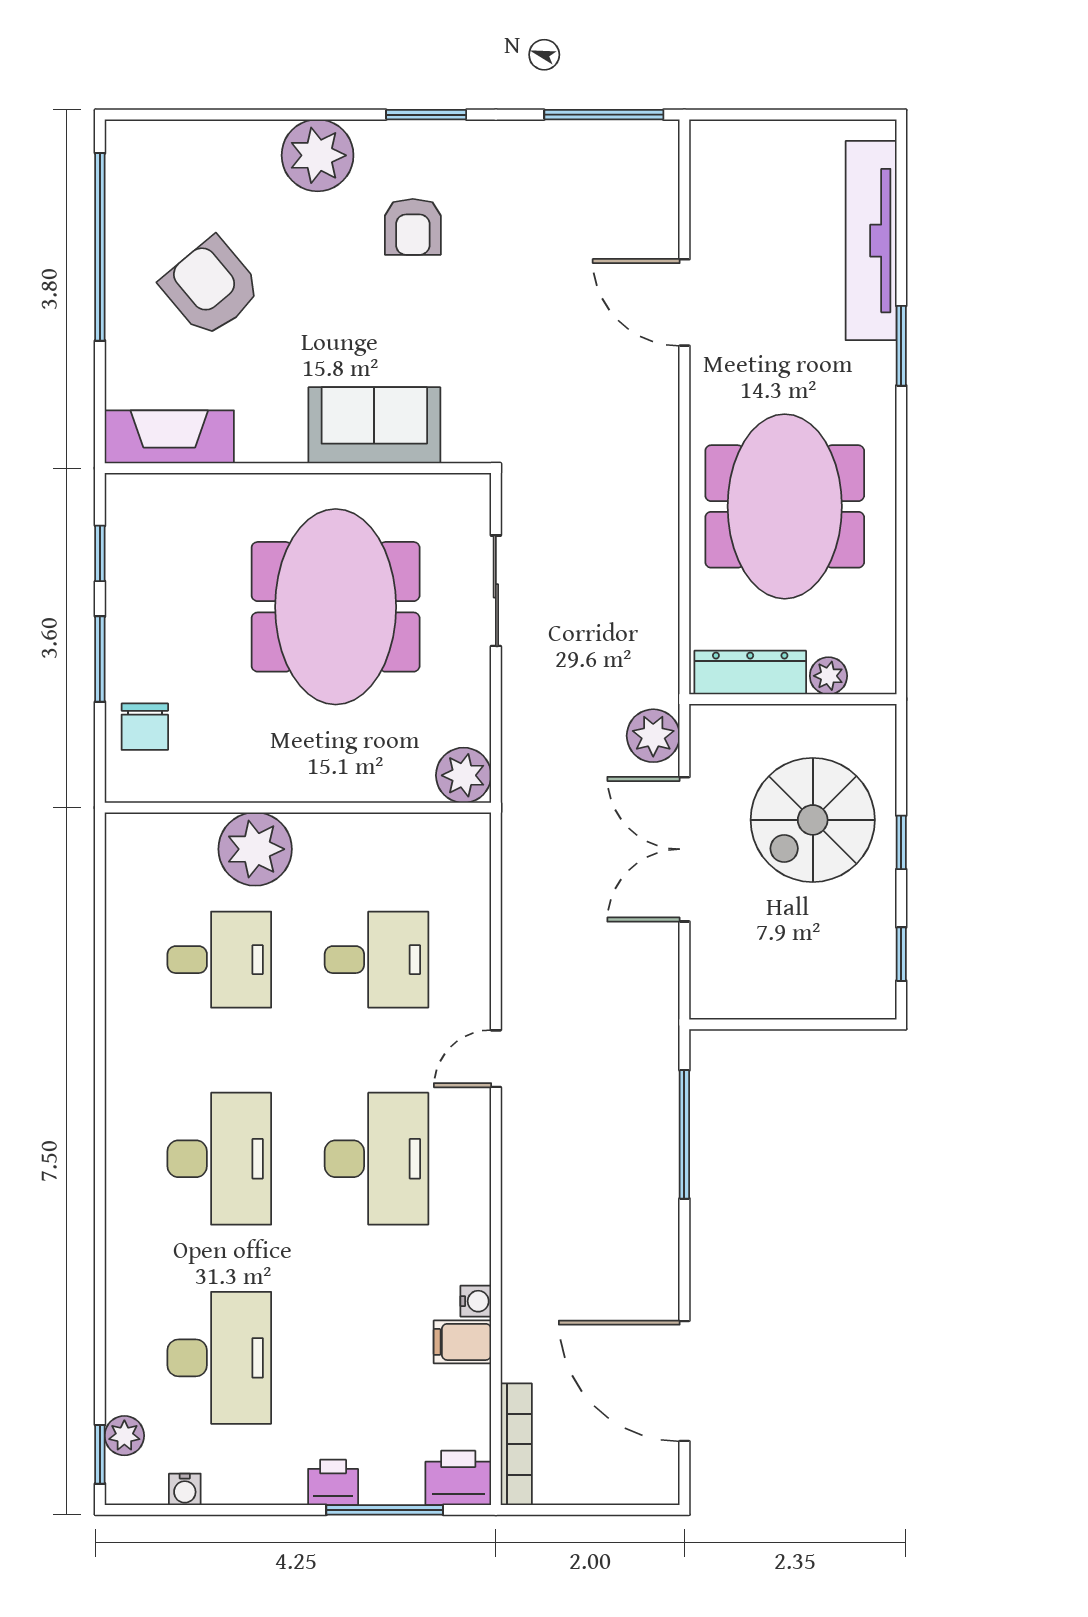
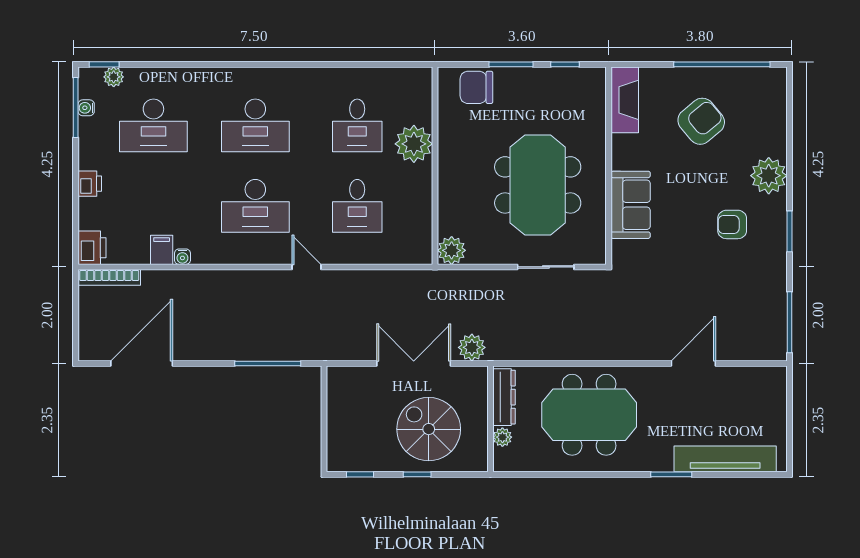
meeting table: (336, 607) -> (538, 185), turned 90
chair: (145, 727) -> (476, 87), width x1.37, depth x1.37
window: (385, 1510) -> (76, 108), moved

